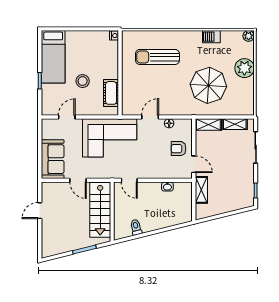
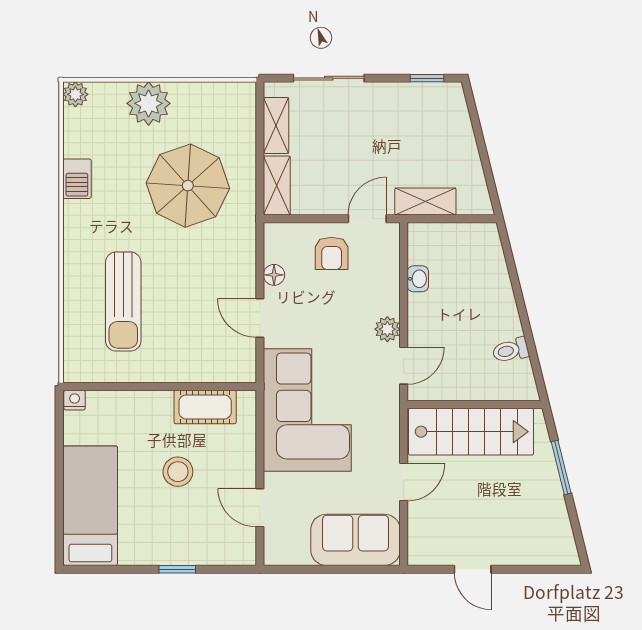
bed: (53, 57) -> (90, 506), moved, turned -90
plant: (145, 173) -> (387, 329), added

